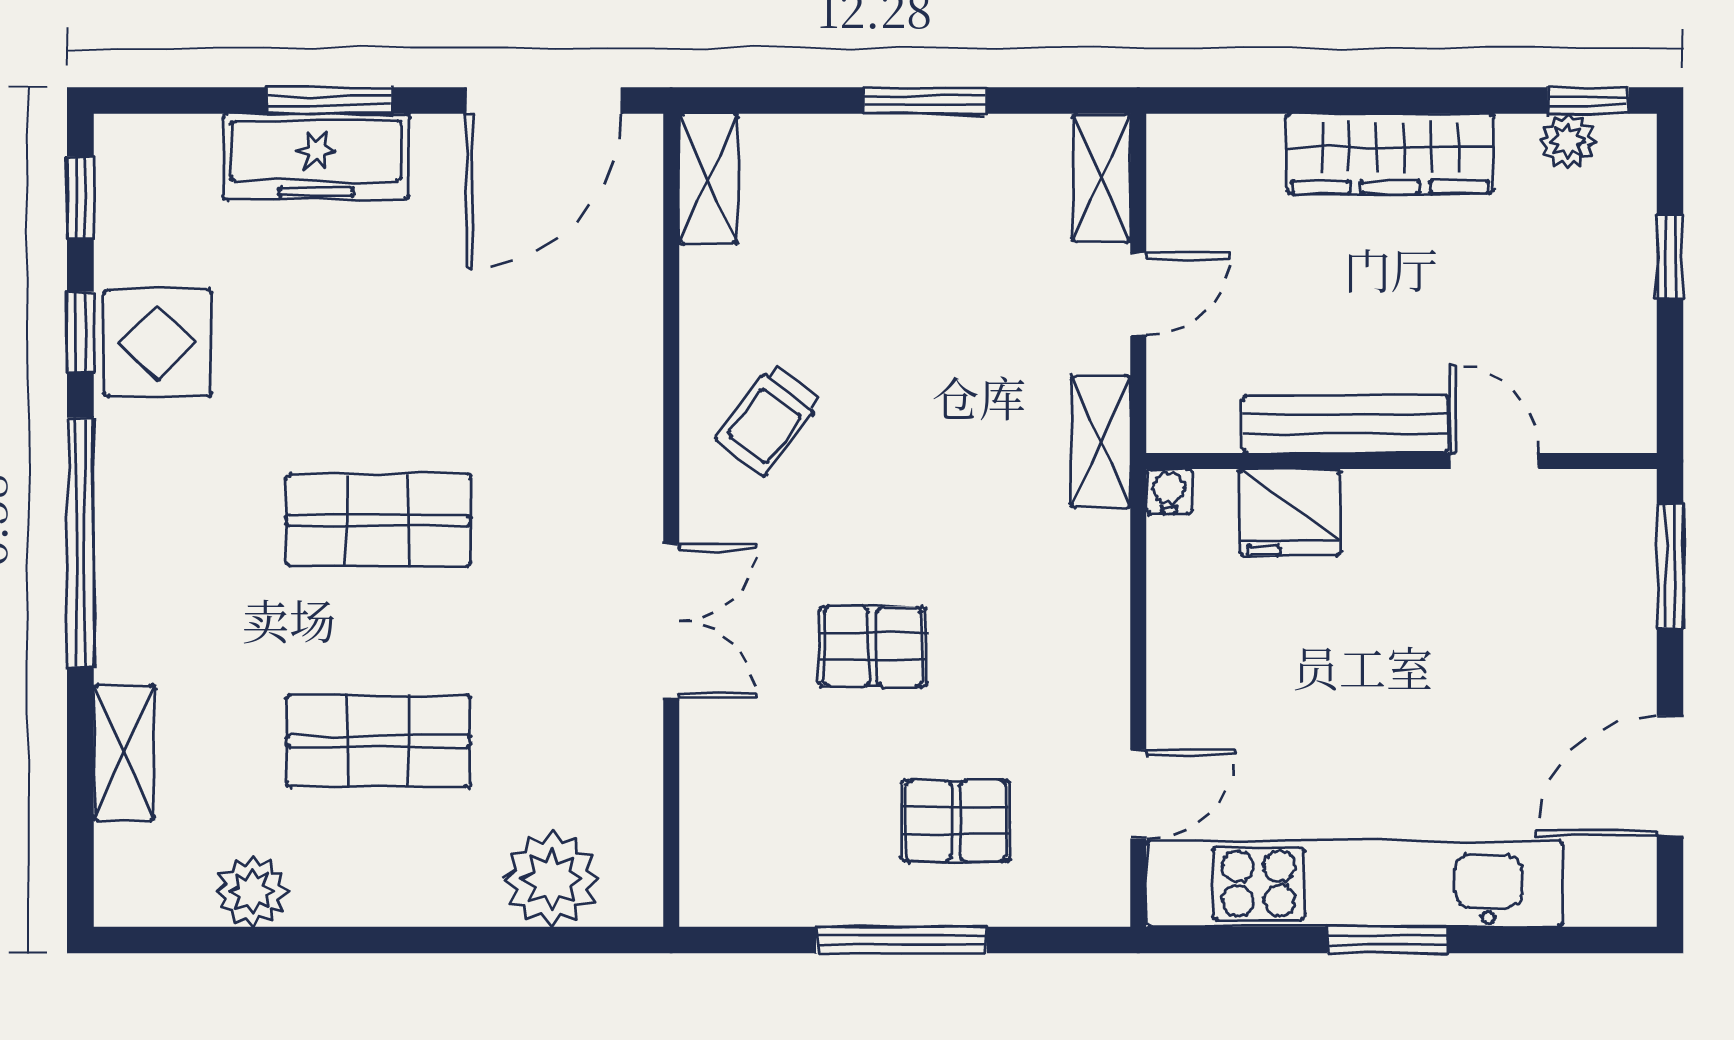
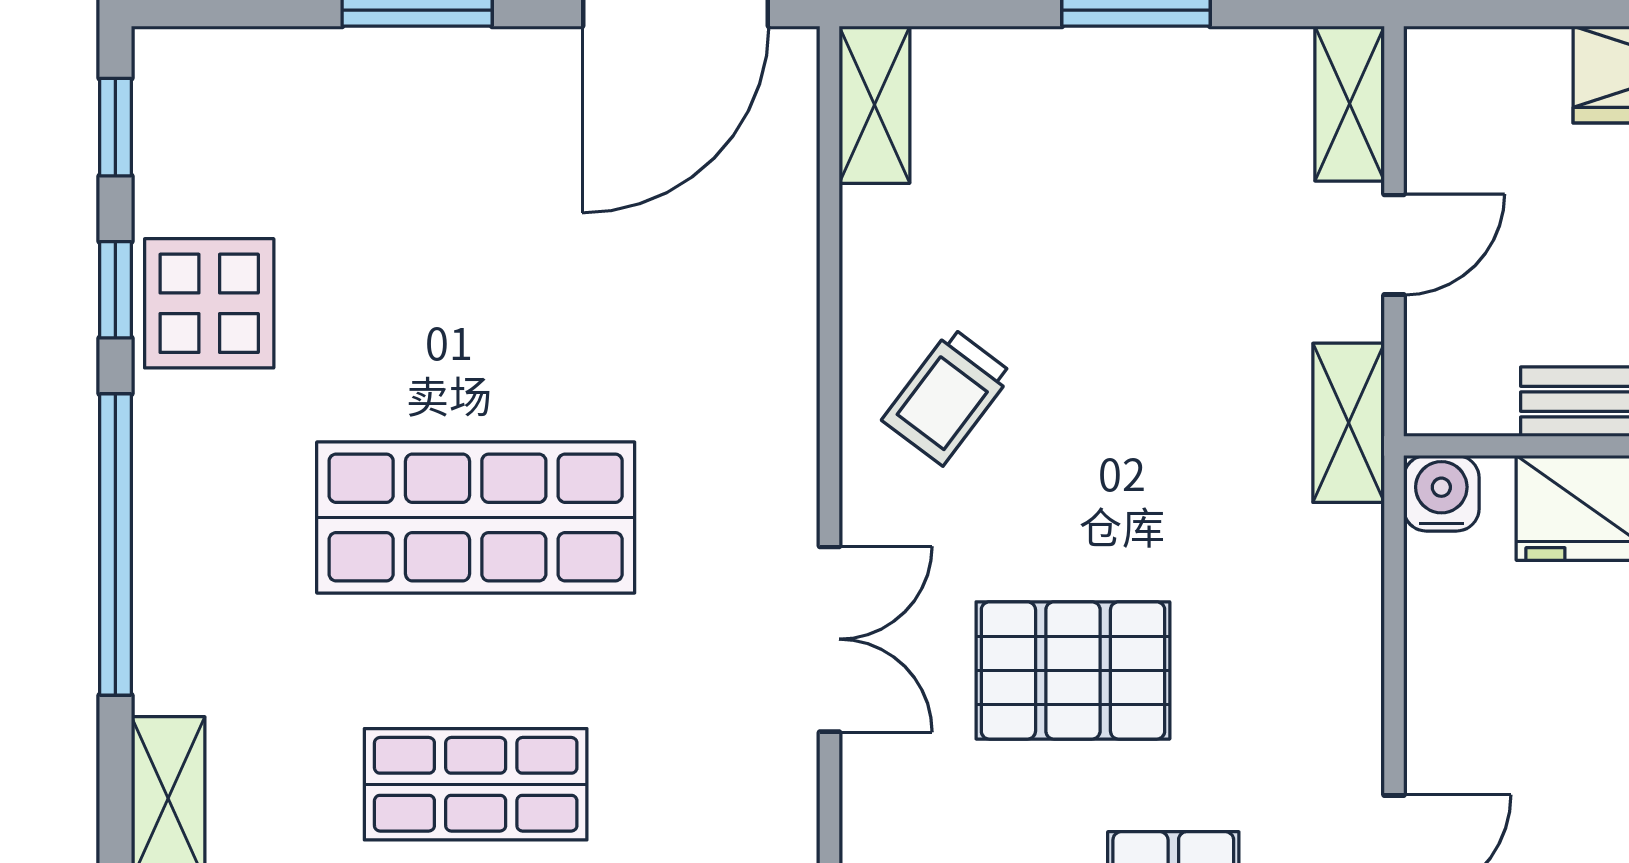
freezer: (316, 157) -> (400, 78), removed
water cooler: (1169, 491) -> (1441, 493), width x1.38, depth x1.38
shop shelf: (378, 520) -> (476, 517), width x1.43, depth x1.36
pallet: (873, 647) -> (1073, 670), width x1.50, depth x1.42

